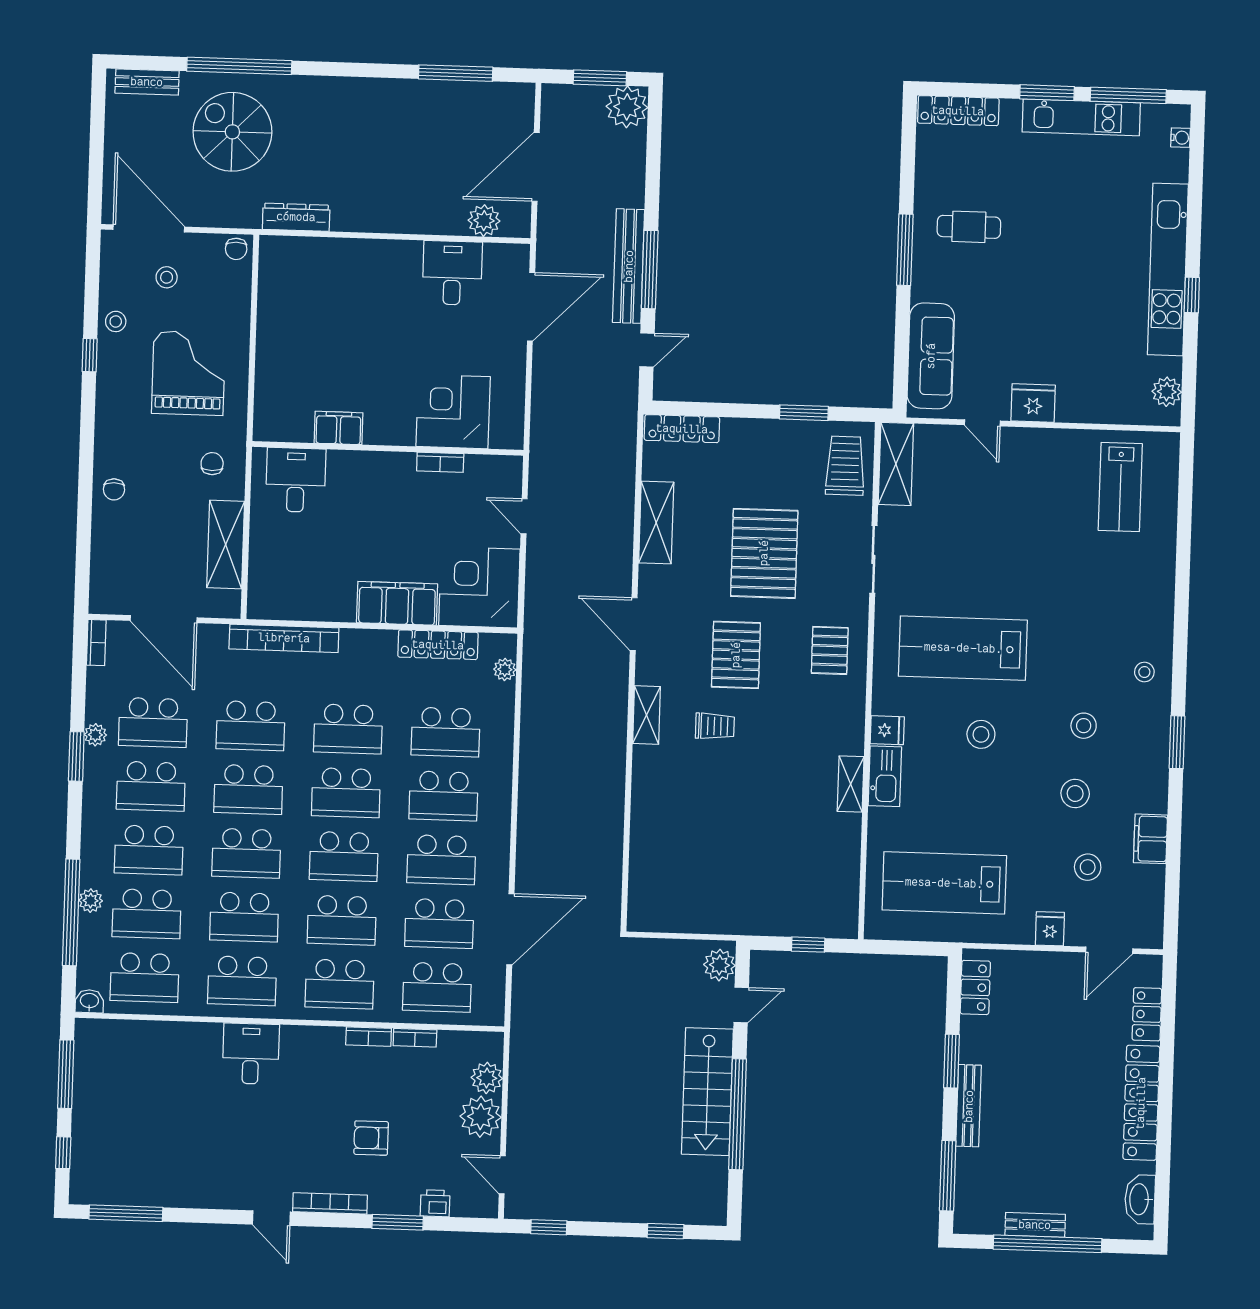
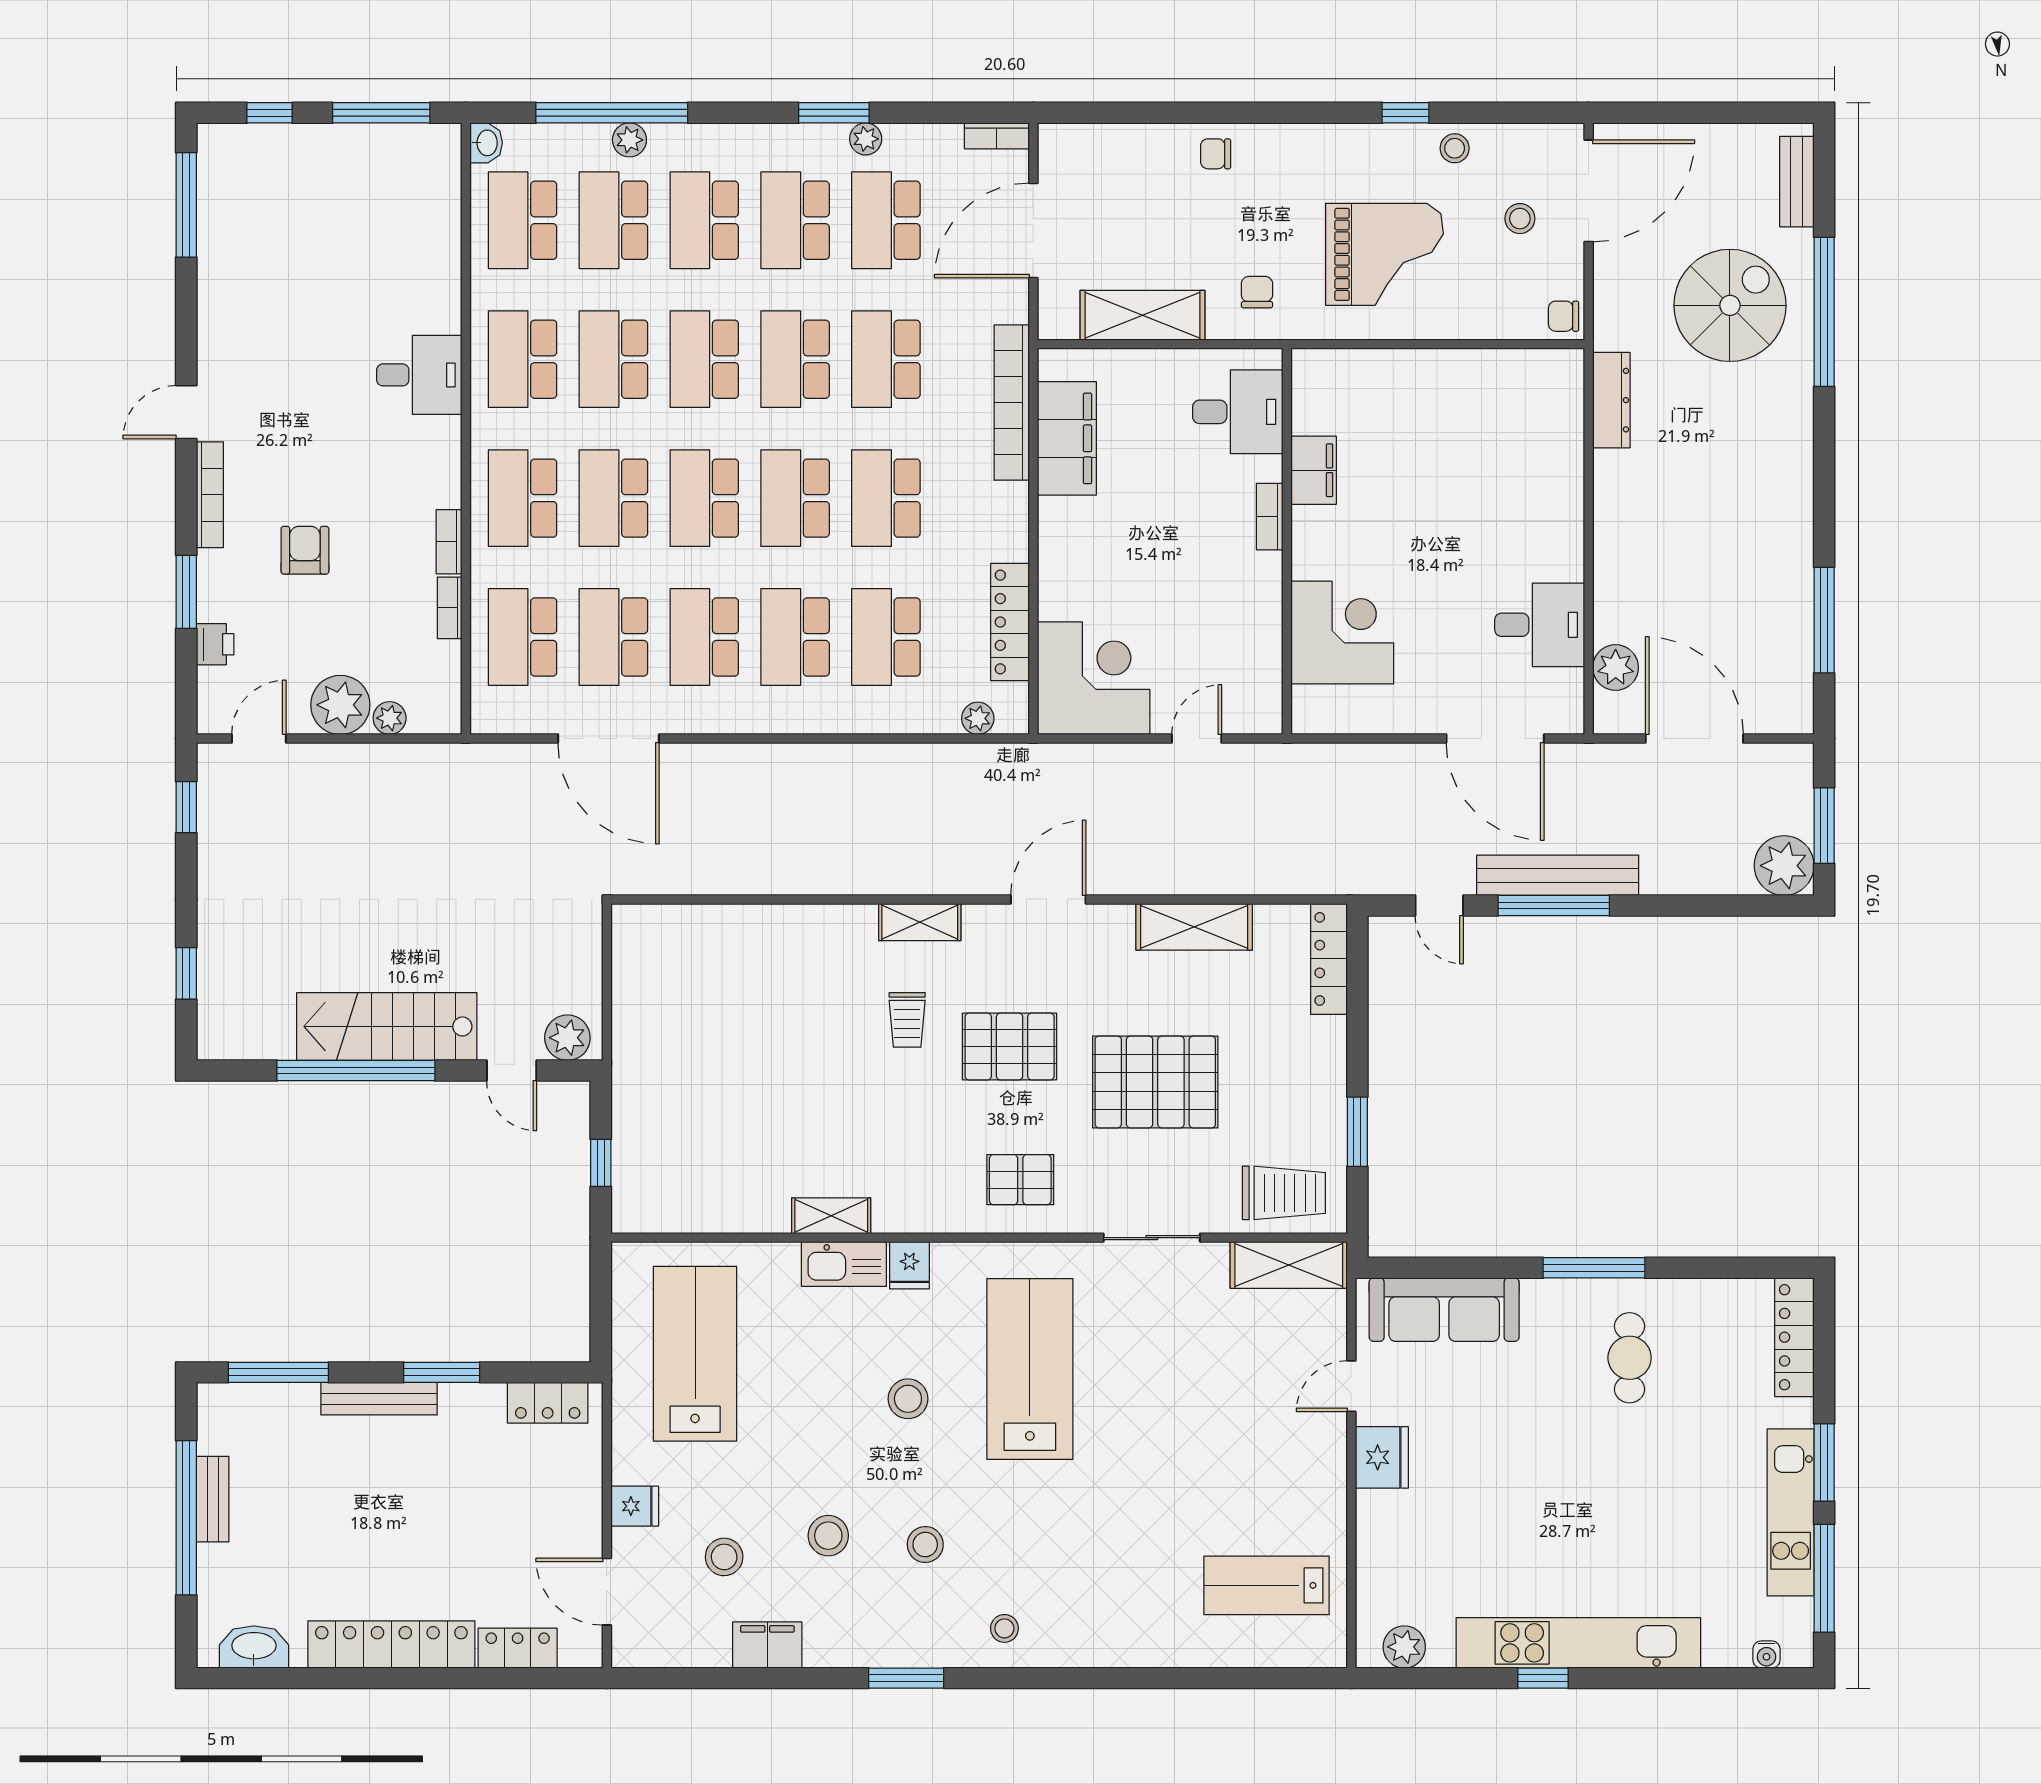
bookcase: (440, 462) -> (1270, 517), moved
chair: (212, 464) -> (1257, 292), turned -90
filing cabinet: (397, 603) -> (1067, 438), moved
plant: (487, 1078) -> (390, 718), width x0.73, depth x0.73

